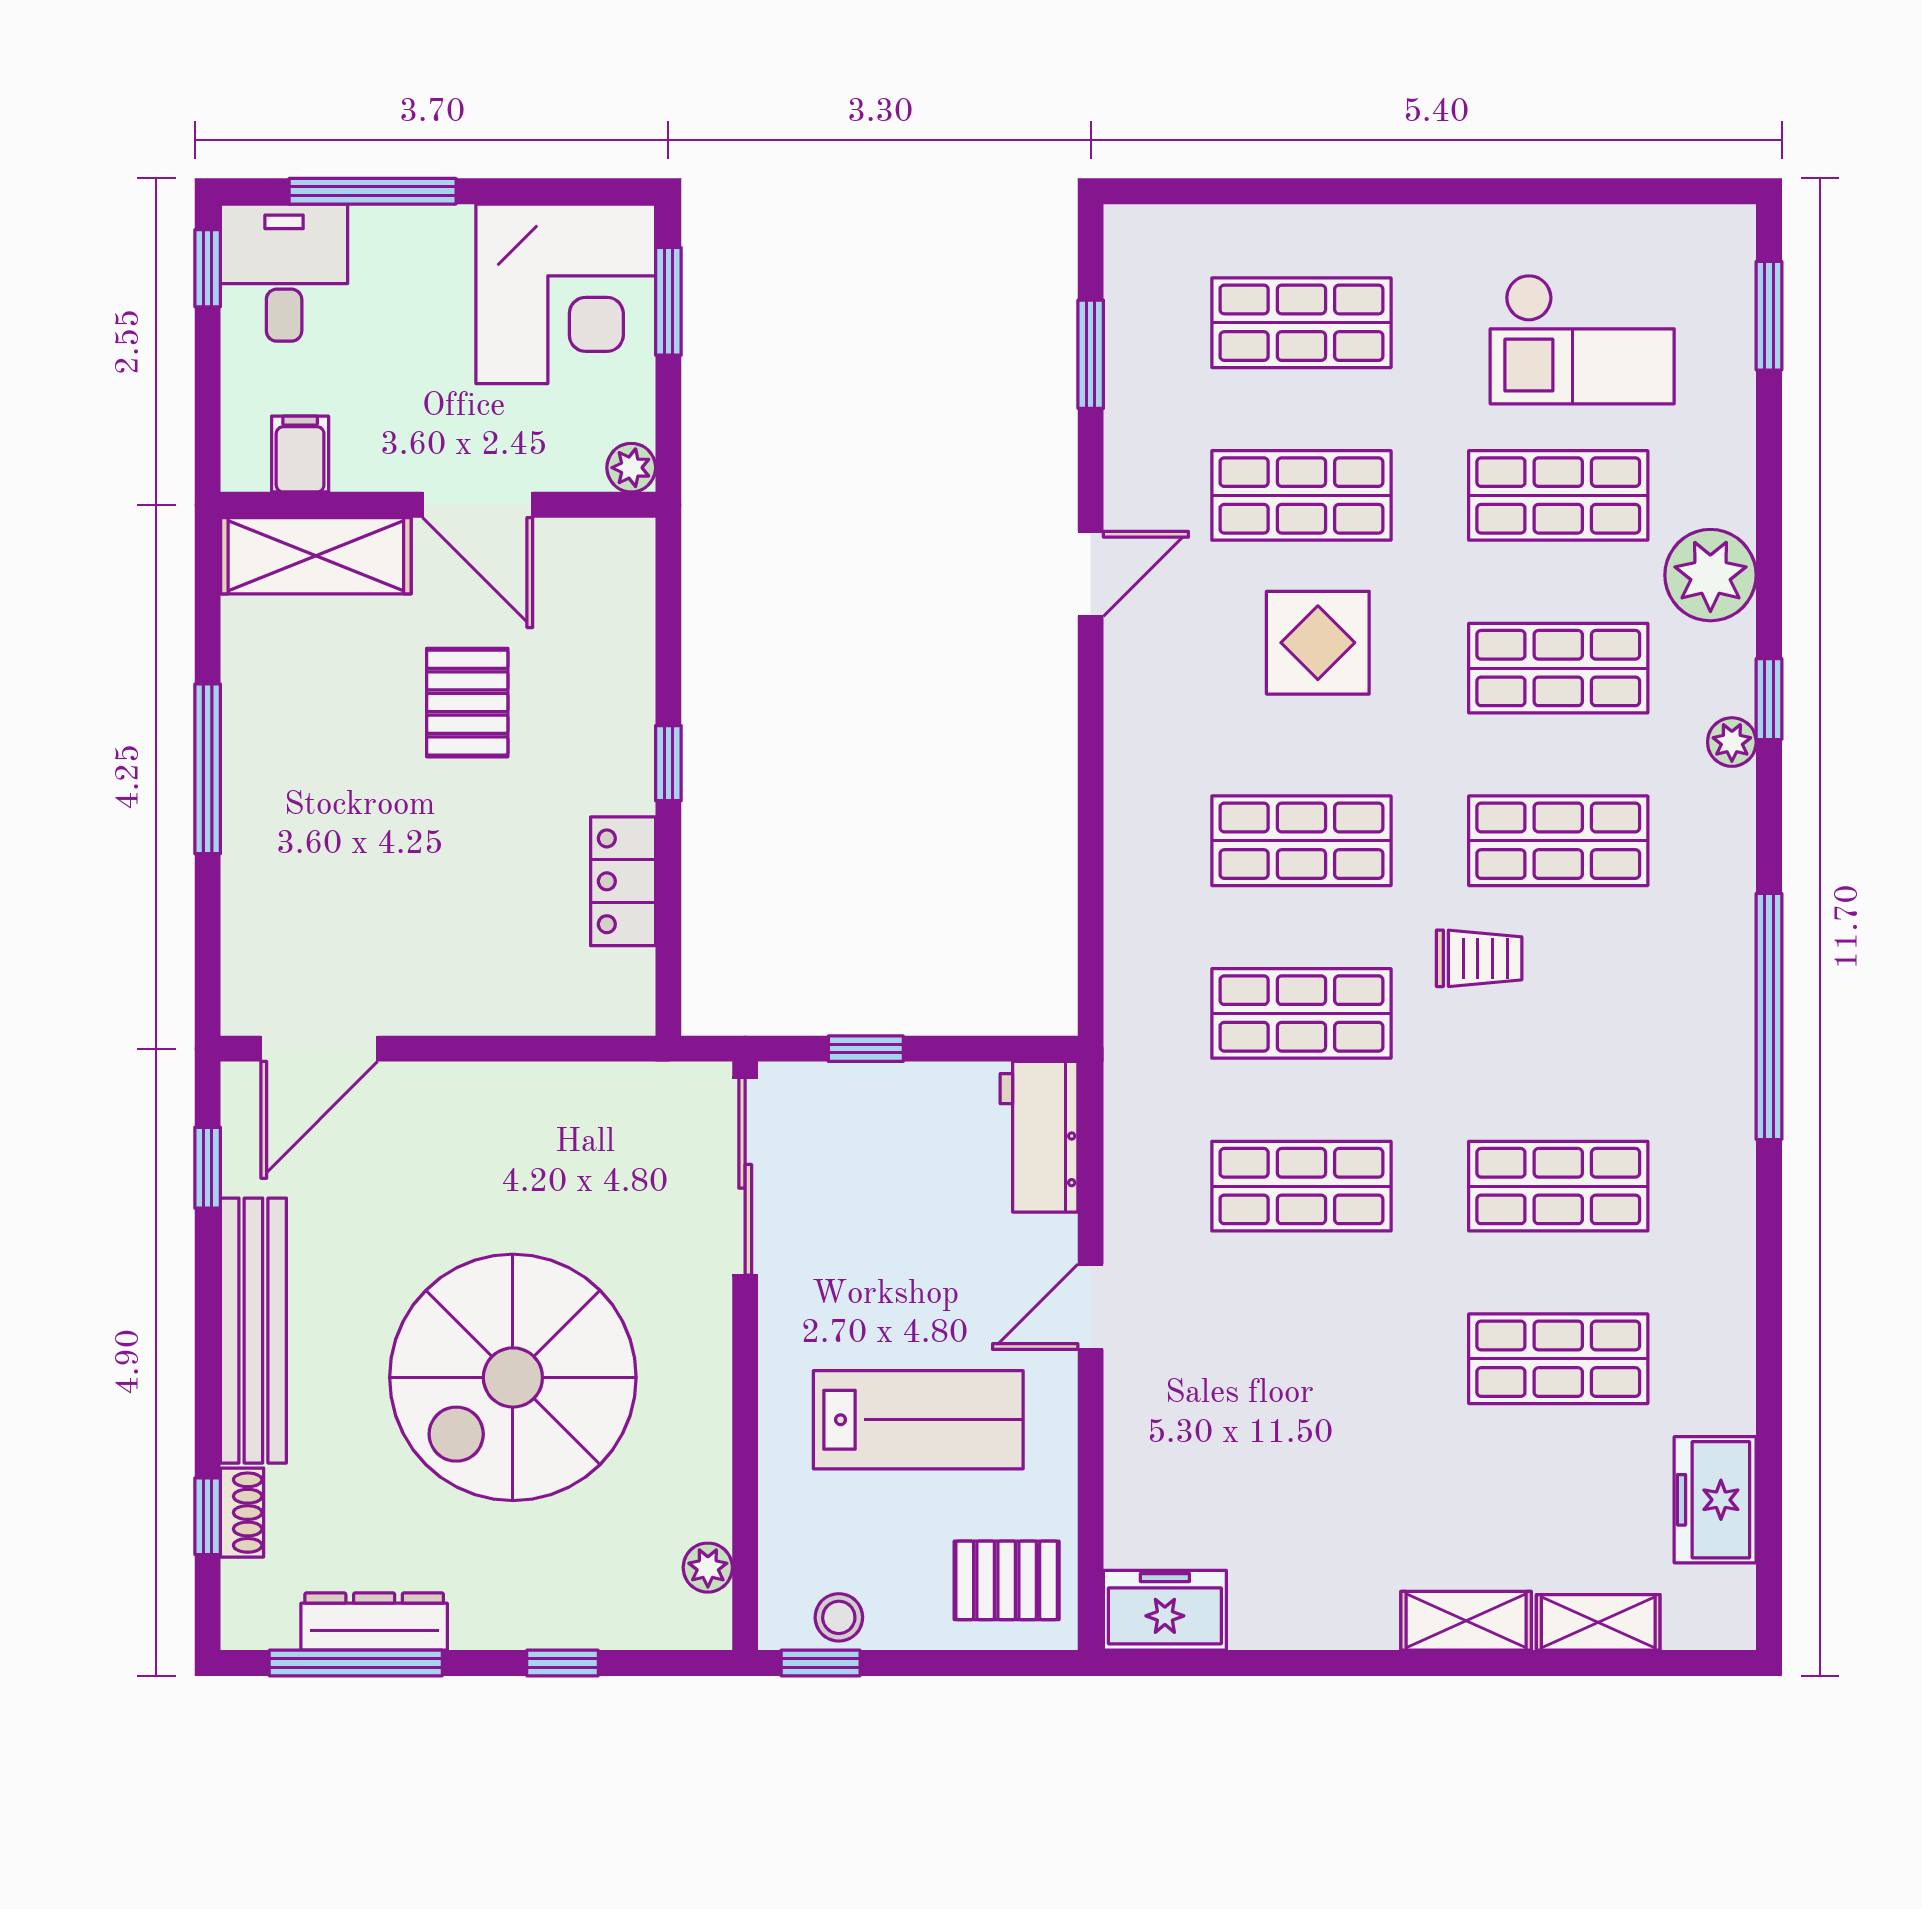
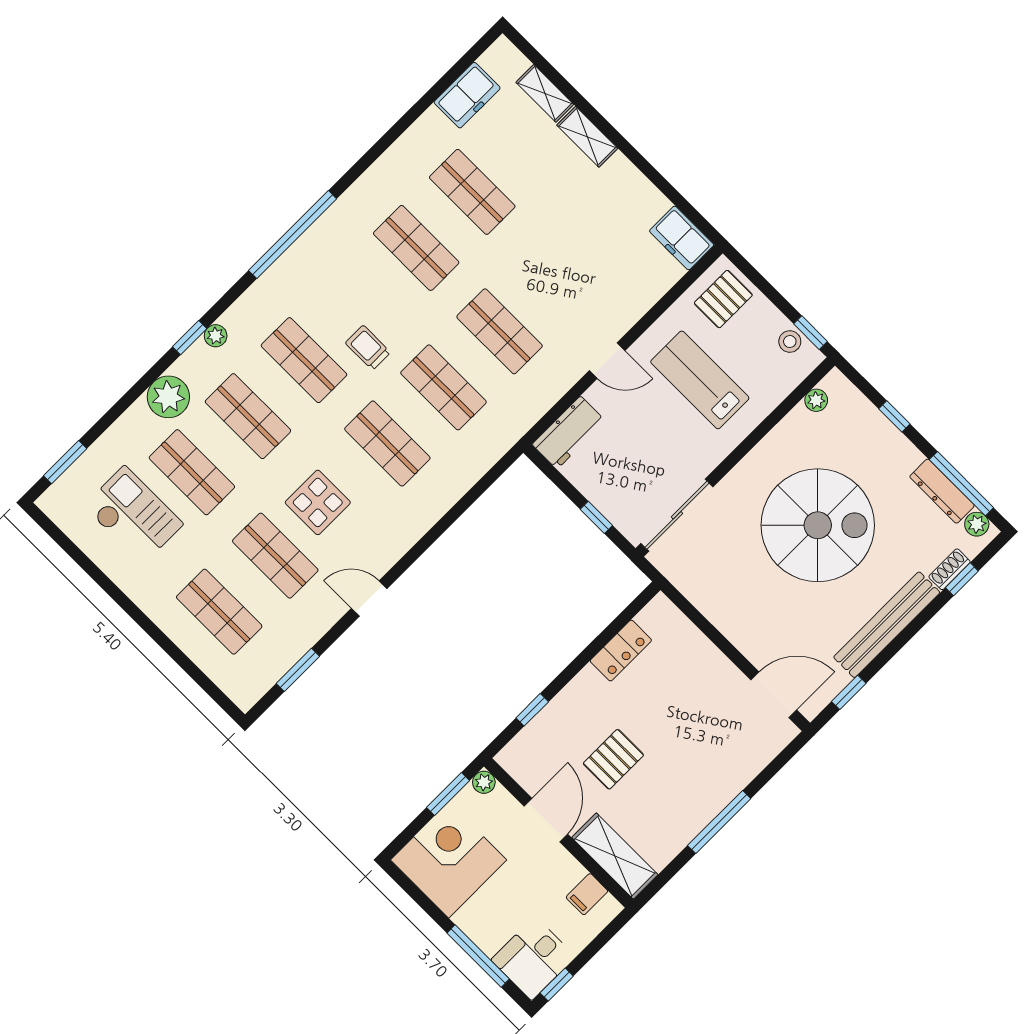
window: (668, 301) -> (448, 794), moved
window: (668, 763) -> (532, 710), moved
pallet: (1007, 1580) -> (723, 299), turned 90
plant: (270, 1624) -> (977, 524), added

